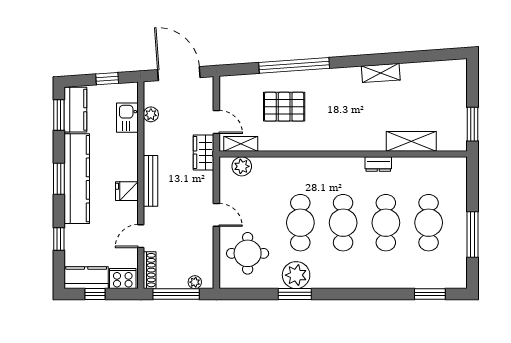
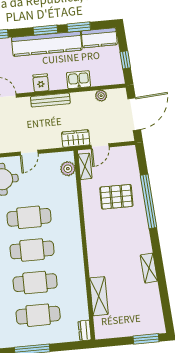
pallet: (284, 107) -> (116, 197), turned 90
window: (59, 115) -> (79, 27), moved
kitchen sink: (127, 118) -> (79, 80), moved
window: (472, 124) -> (146, 339), moved
dresser: (378, 164) -> (85, 330), moved

